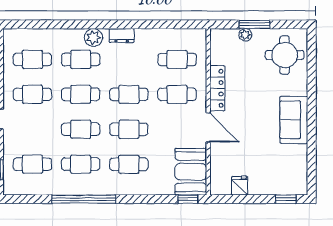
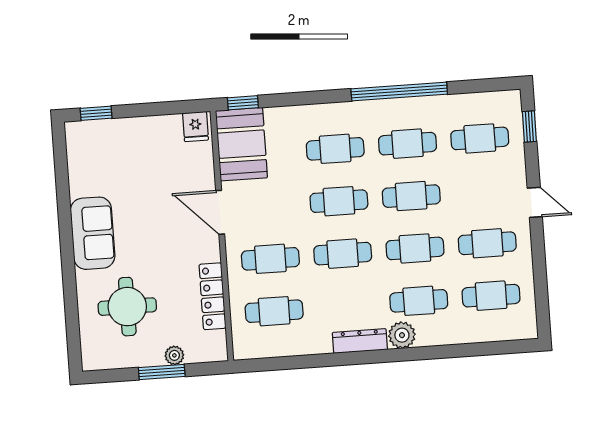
dresser: (122, 35) -> (360, 341), width x1.44
round table: (285, 55) -> (127, 307), moved
locker: (217, 88) -> (212, 296), moved
fridge: (240, 186) -> (195, 127), moved

